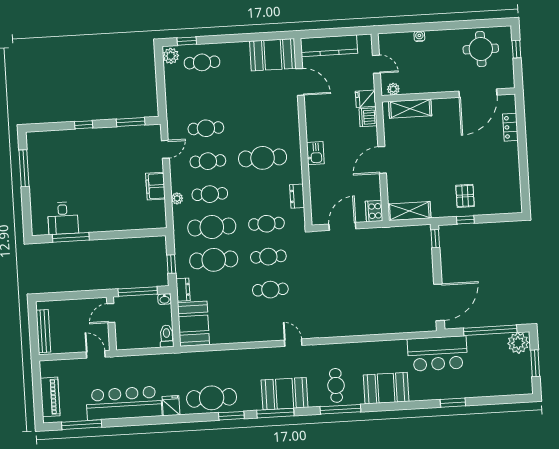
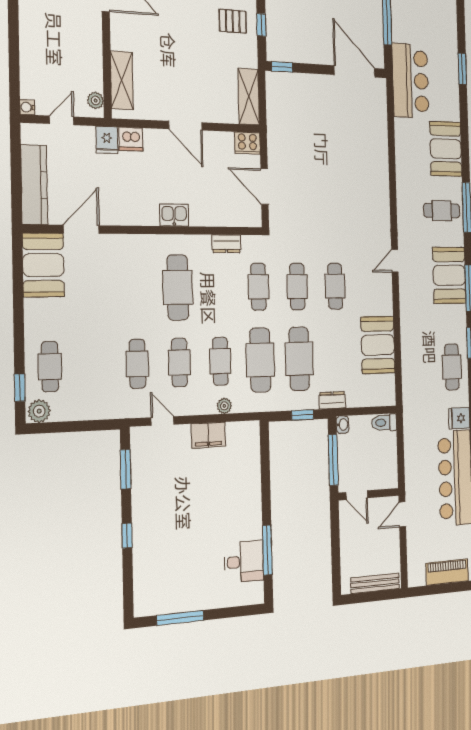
water cooler: (419, 36) -> (27, 107), moved
booth: (193, 324) -> (378, 345), moved, turned 90
cafe table: (212, 398) -> (452, 367), width x0.73, depth x0.74

